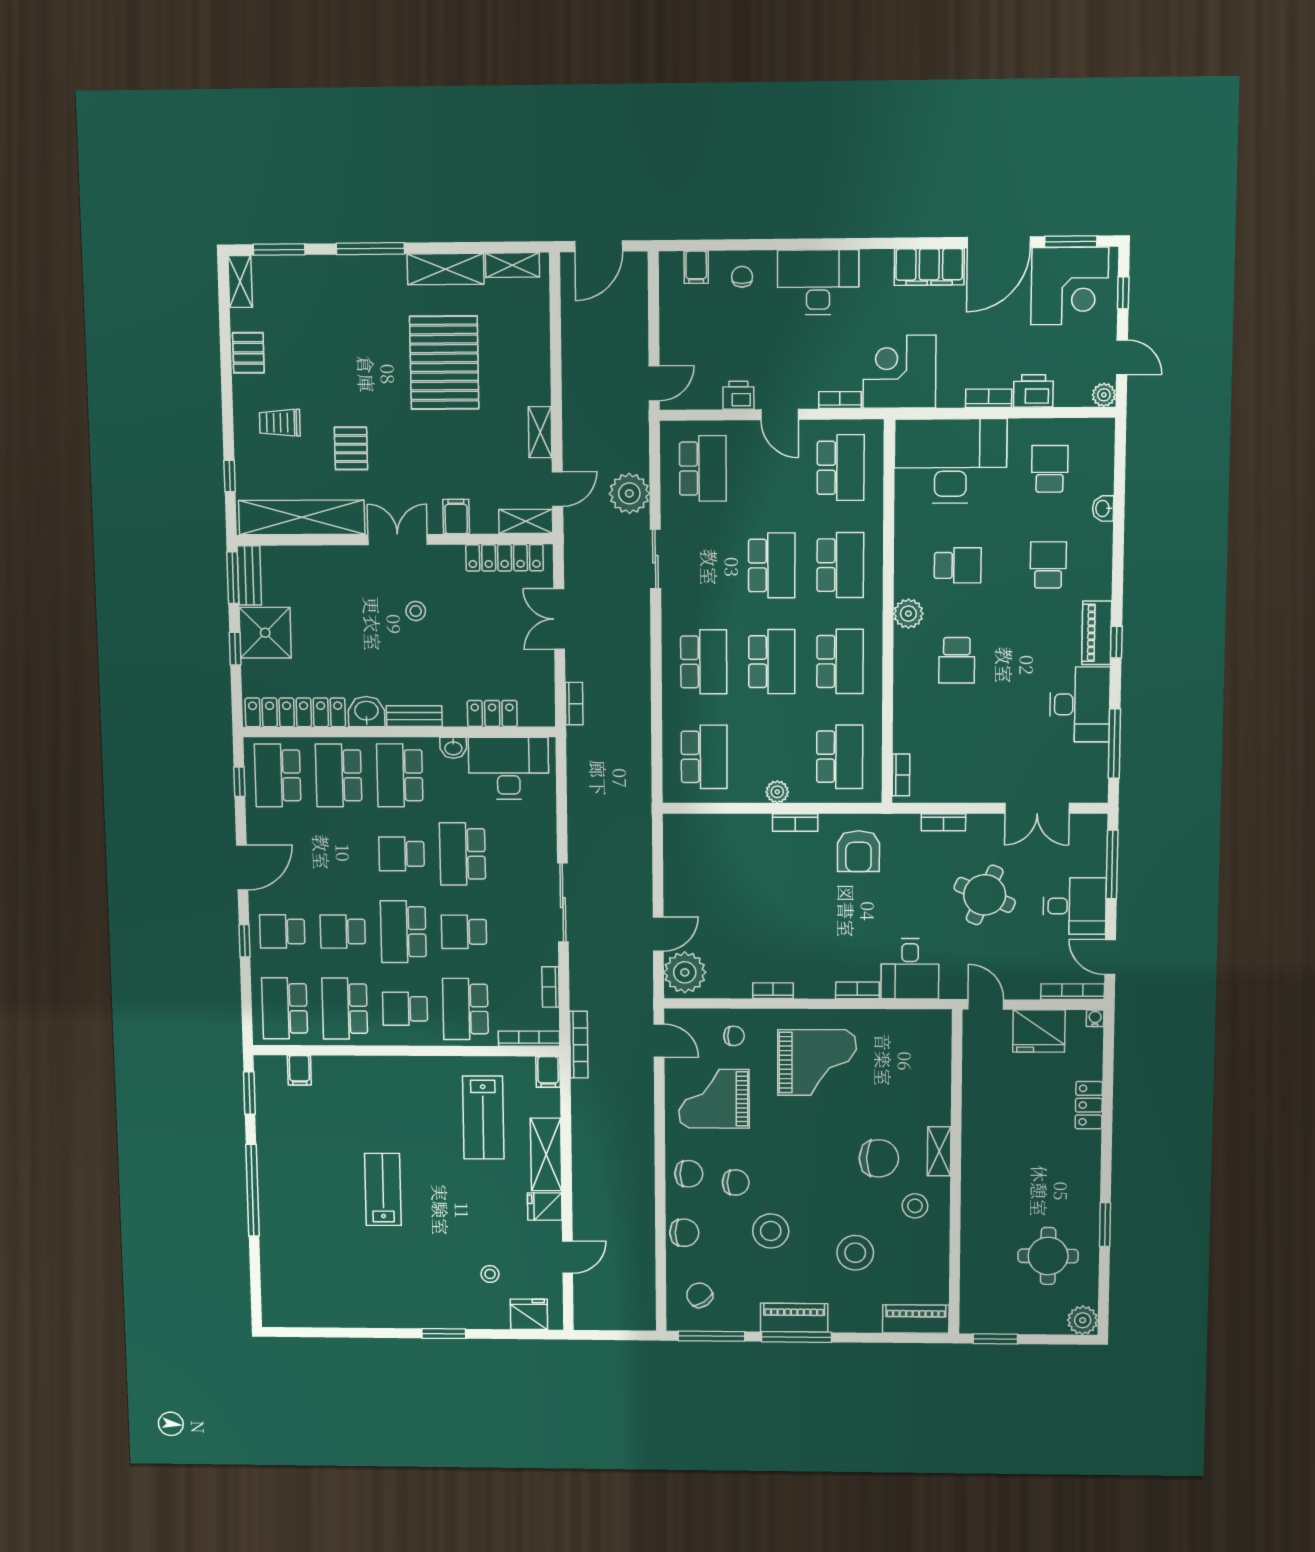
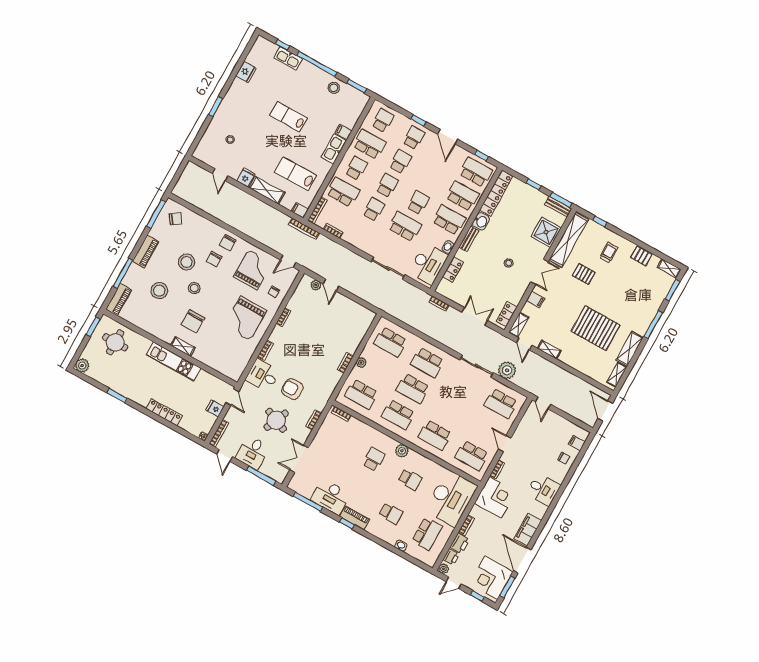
desk: (818, 282) -> (543, 489), width x0.73
printer: (738, 395) -> (451, 557), moved
door: (780, 414) -> (505, 444), hinge flipped
school desk: (1050, 469) -> (427, 534), width x1.85
locker: (505, 558) -> (507, 314), width x0.66
sliding door: (655, 559) -> (477, 366), width x1.37
school desk: (772, 565) -> (449, 409), removed
school desk: (958, 565) -> (410, 479), turned -90
shower: (265, 633) -> (546, 232), moved
school desk: (957, 660) -> (374, 459), turned 90
armchair: (858, 851) -> (292, 389), moved
sliding door: (563, 903) -> (388, 268), moved
school desk: (403, 932) -> (387, 185), width x0.54
door: (1110, 957) -> (225, 455), swing flipped
plant: (685, 972) -> (316, 285), width x0.53, depth x0.53
door: (986, 1004) -> (232, 397), hinge flipped
school desk: (285, 1008) -> (383, 120), width x0.54
fridge: (1039, 1031) -> (215, 408), width x0.53, depth x0.75
filing cabinet: (299, 1070) -> (344, 132), moved
kitchen sink: (393, 1071) -> (334, 149), added
locker: (1089, 1105) -> (164, 412), width x1.53
stool: (278, 1134) -> (334, 88), added
kitchen unit: (978, 1153) -> (174, 362), added
lab bench: (383, 1189) -> (288, 117), turned 180
stool: (915, 1206) -> (194, 288), moved
chair: (684, 1233) -> (205, 227), removed
kitchen sink: (274, 1249) -> (288, 58), added
round table: (1048, 1256) -> (115, 342), moved
window: (255, 1273) -> (282, 45), added
fridge: (529, 1314) -> (246, 72), moved
window: (797, 1337) -> (123, 273), moved

